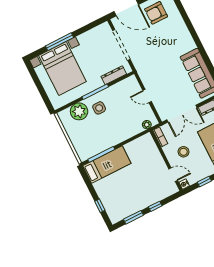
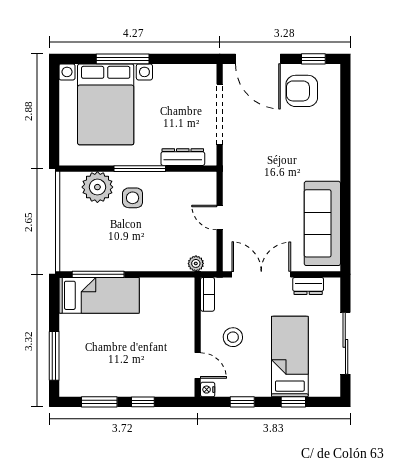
double door: (182, 114) -> (261, 274), swing flipped
window: (100, 206) -> (54, 356), width x2.17

